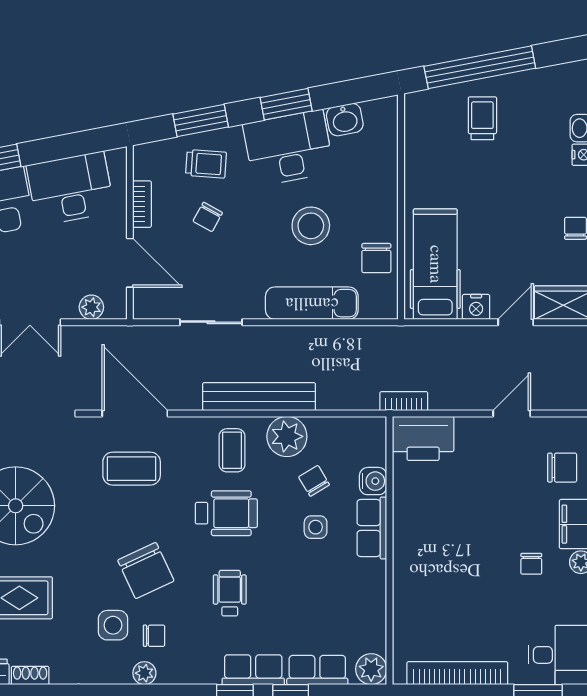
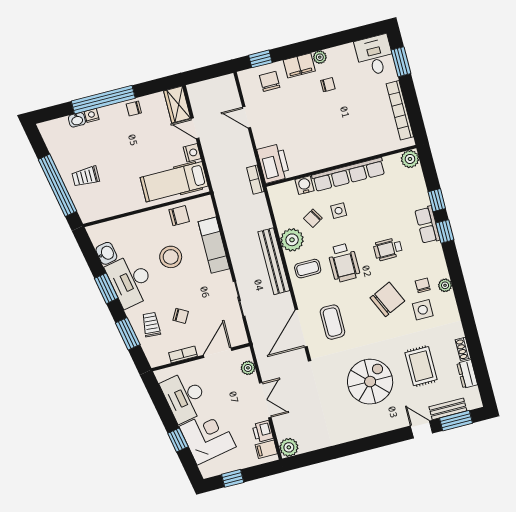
wheelchair: (226, 513) -> (344, 263), turned 180
row of seats: (372, 528) -> (349, 174), width x2.02
row of seats: (317, 670) -> (418, 189), removed

